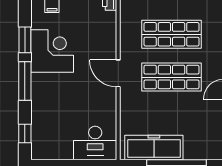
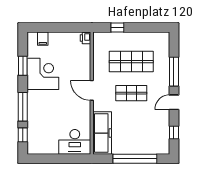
shop shelf: (171, 77) -> (131, 93), width x0.70, depth x0.74
window: (25, 81) -> (23, 107), moved
freezer: (154, 147) -> (102, 133), moved, turned 90

